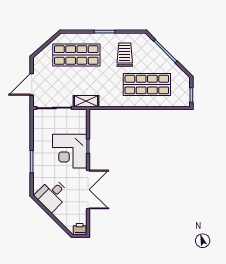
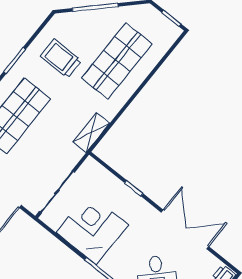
shelving: (86, 101) -> (91, 133), moved
corner desk: (70, 151) -> (92, 229), moved, turned 180

